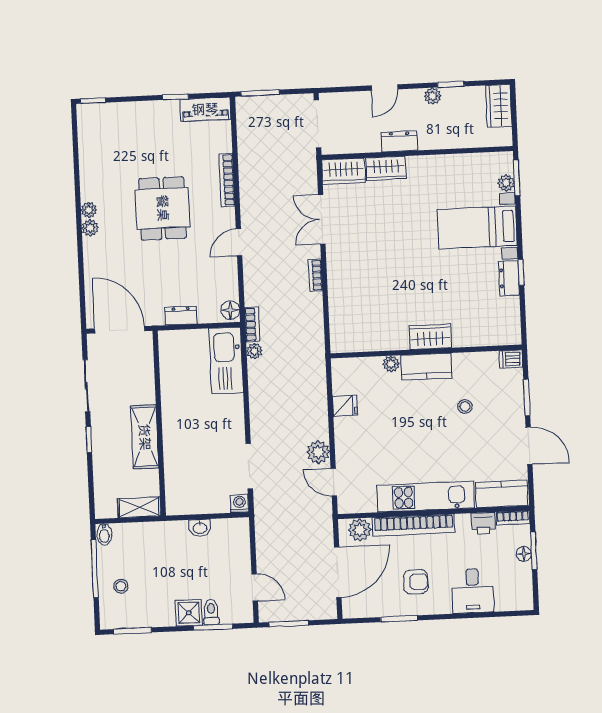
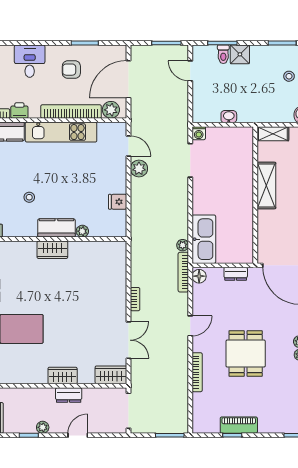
piano: (205, 109) -> (239, 425), moved
wardrobe: (386, 168) -> (63, 376), moved
bookcase: (252, 324) -> (183, 272), width x1.56

